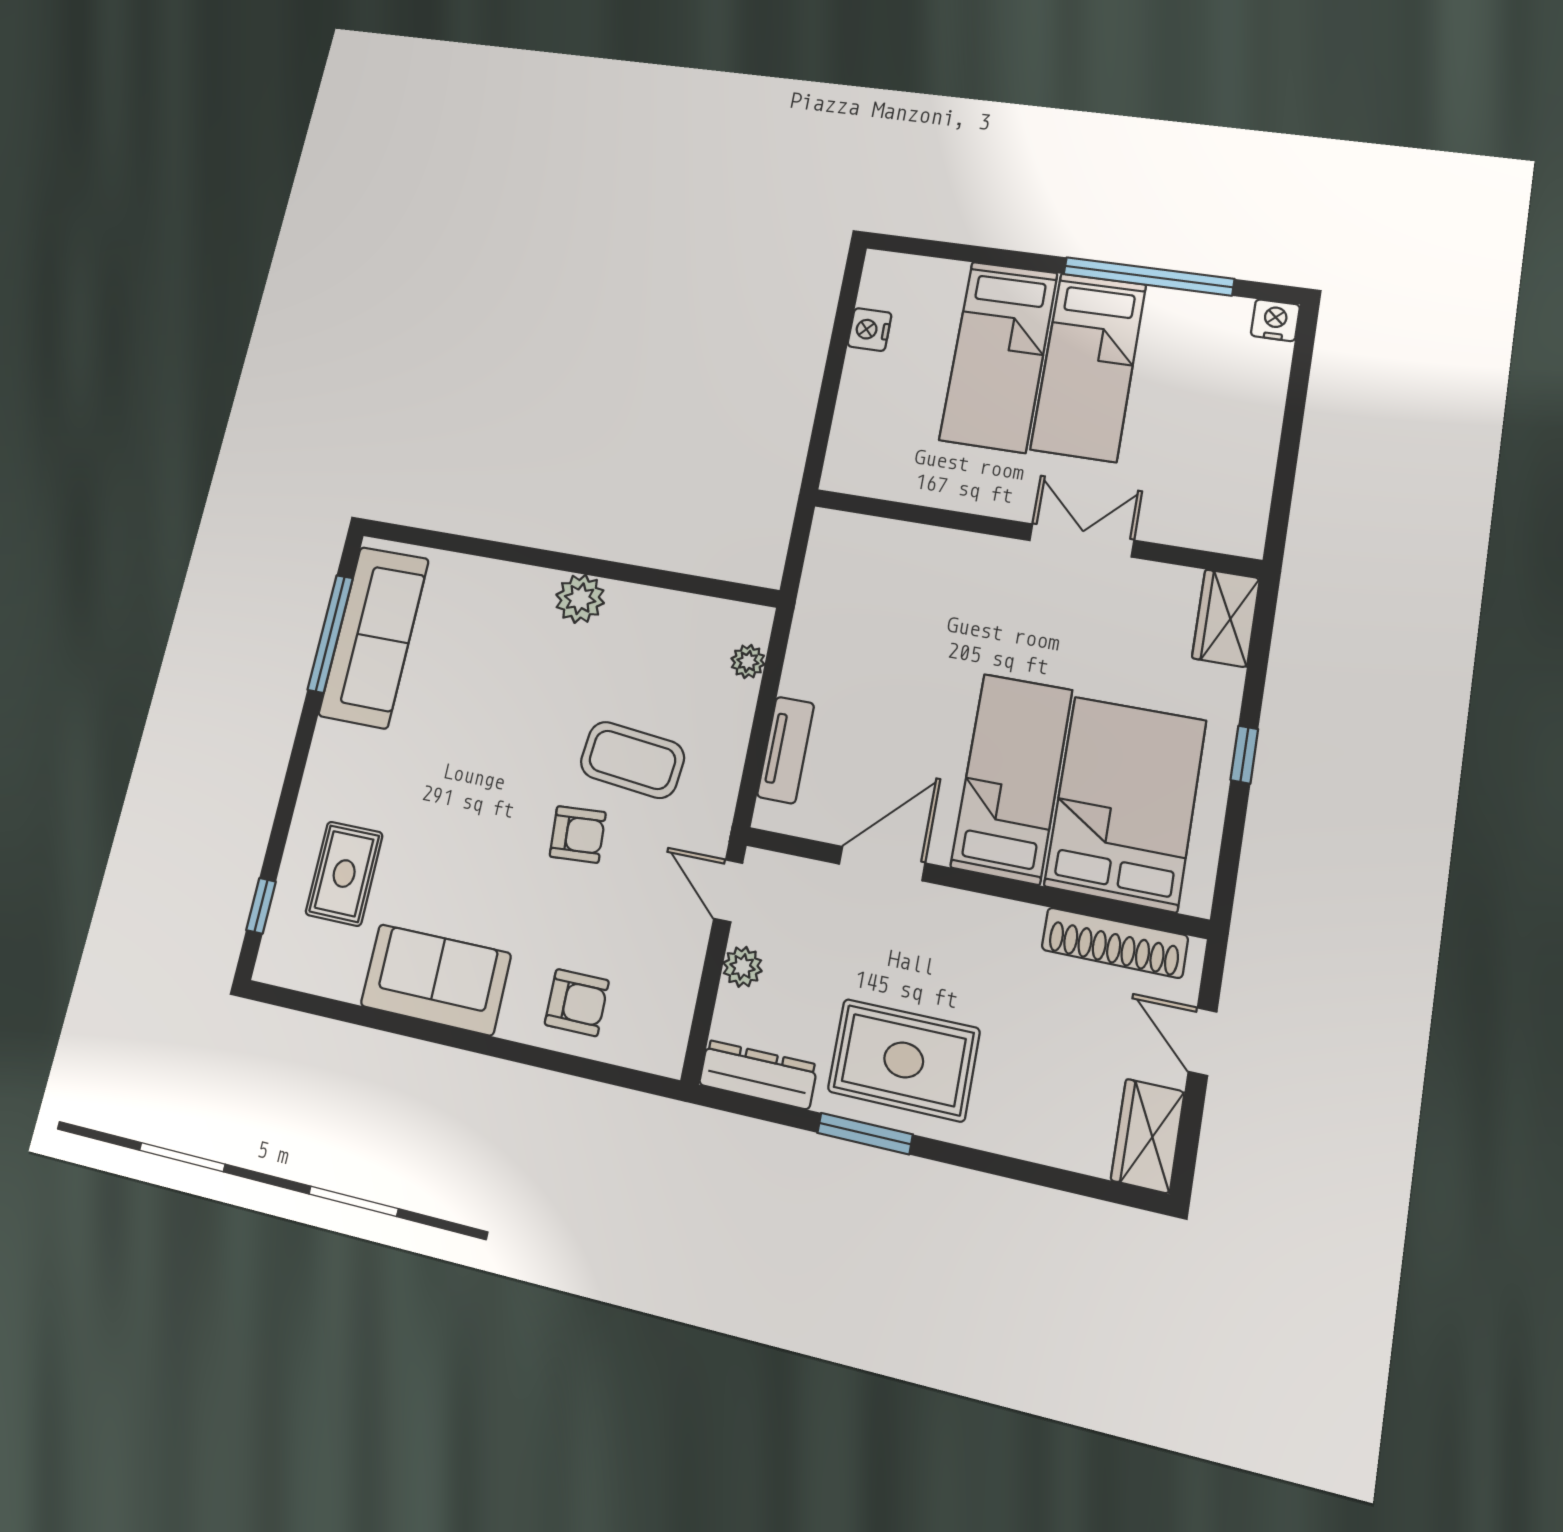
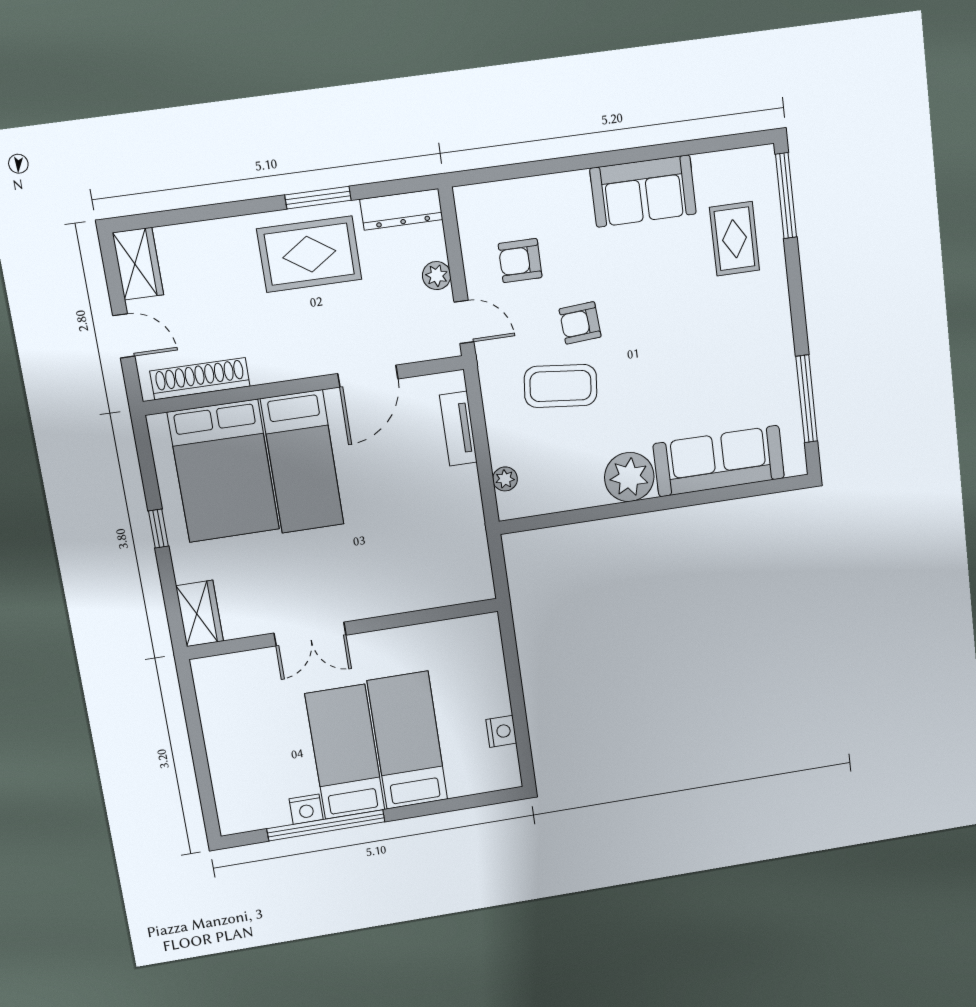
nightstand: (1275, 320) -> (306, 809), moved
plant: (580, 599) -> (629, 477), width x1.36, depth x1.36
sofa: (374, 637) -> (719, 461), moved, turned 90
window: (261, 906) -> (786, 196), width x2.17
armchair: (577, 1003) -> (520, 261), moved

